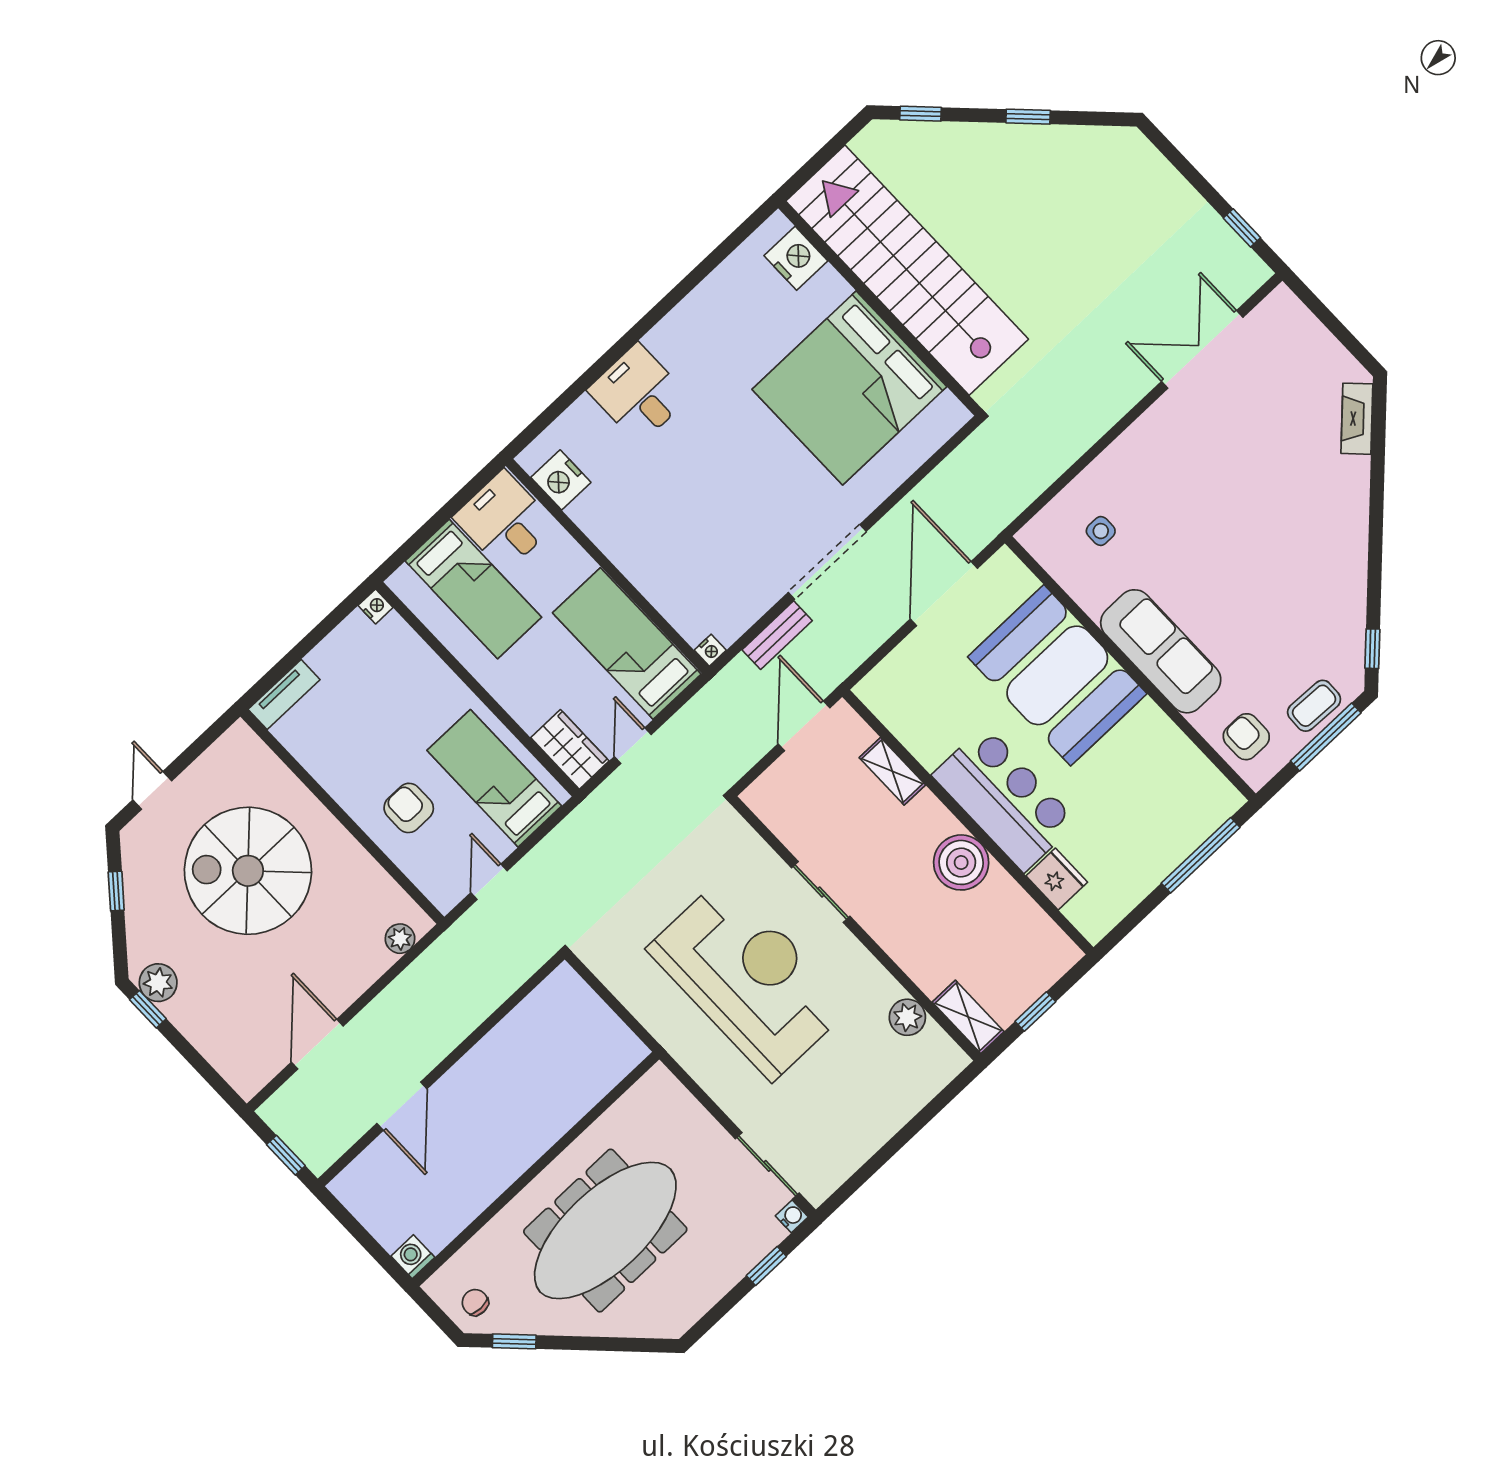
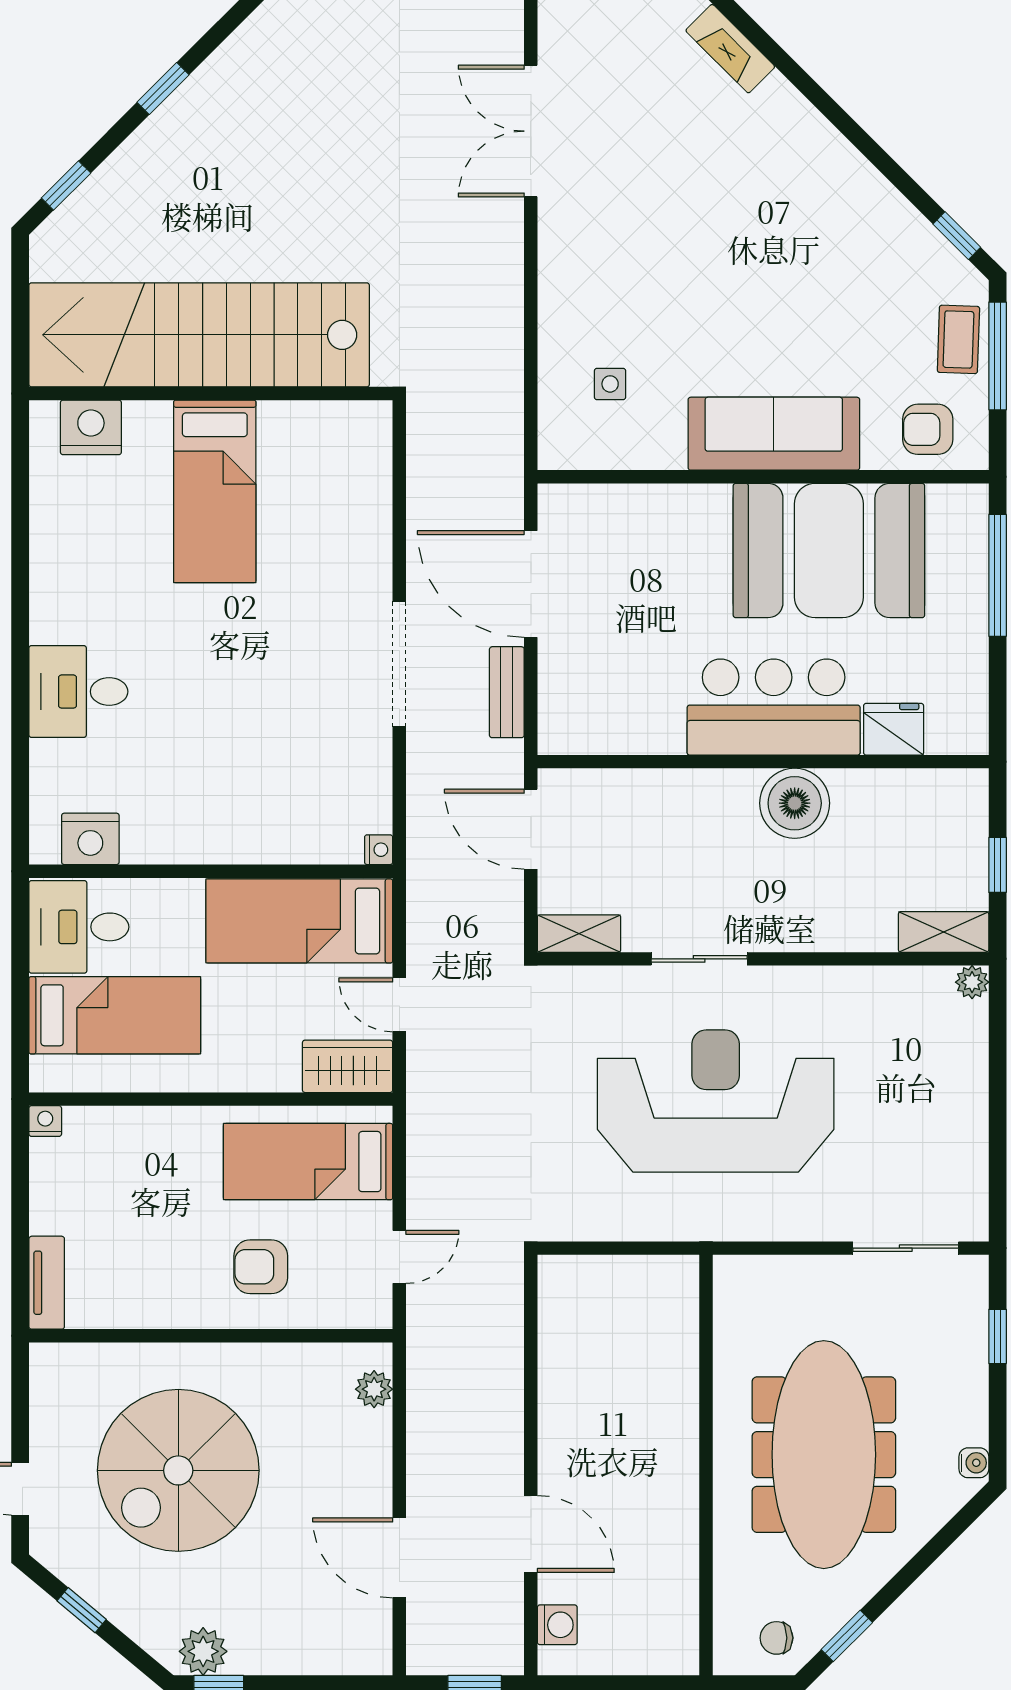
bed: (849, 388) -> (215, 491), width x0.49
bench: (777, 635) -> (507, 692), moved
booth: (1057, 675) -> (829, 550), moved
shelving: (892, 771) -> (579, 934), moved
door: (489, 882) -> (399, 1257), swing flipped
plant: (907, 1017) -> (972, 982), moved, width x0.73, depth x0.73
water cooler: (792, 1216) -> (974, 1463), moved, turned 90
washing machine: (413, 1257) -> (557, 1625), moved, turned 180

